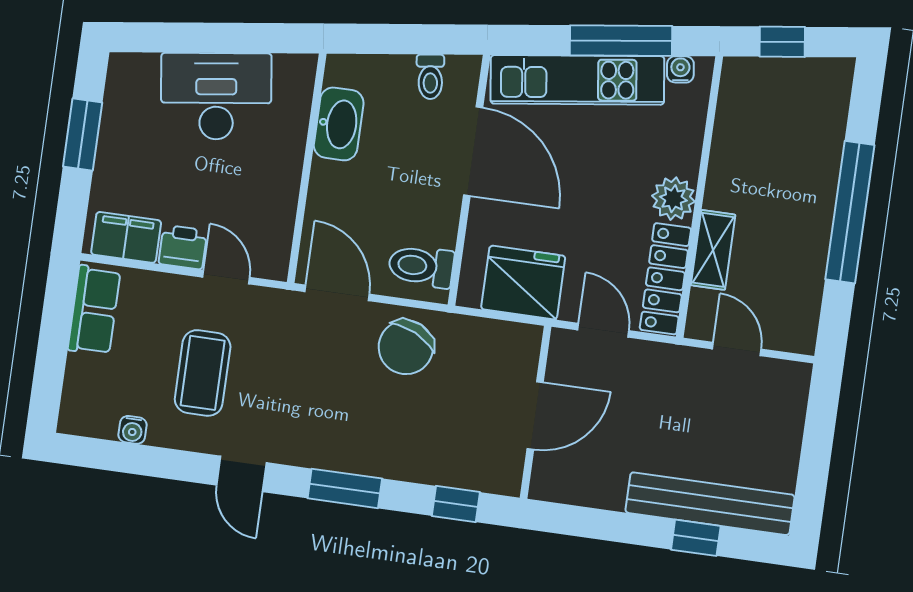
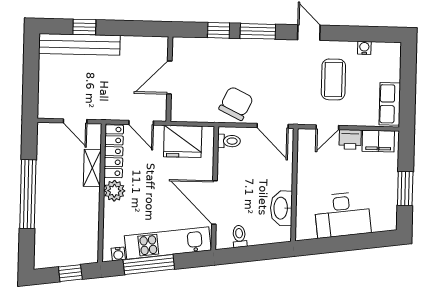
toilet: (421, 266) -> (229, 141), width x0.73, depth x0.72
door: (226, 277) -> (327, 127), hinge flipped
window: (456, 504) -> (219, 30), moved

